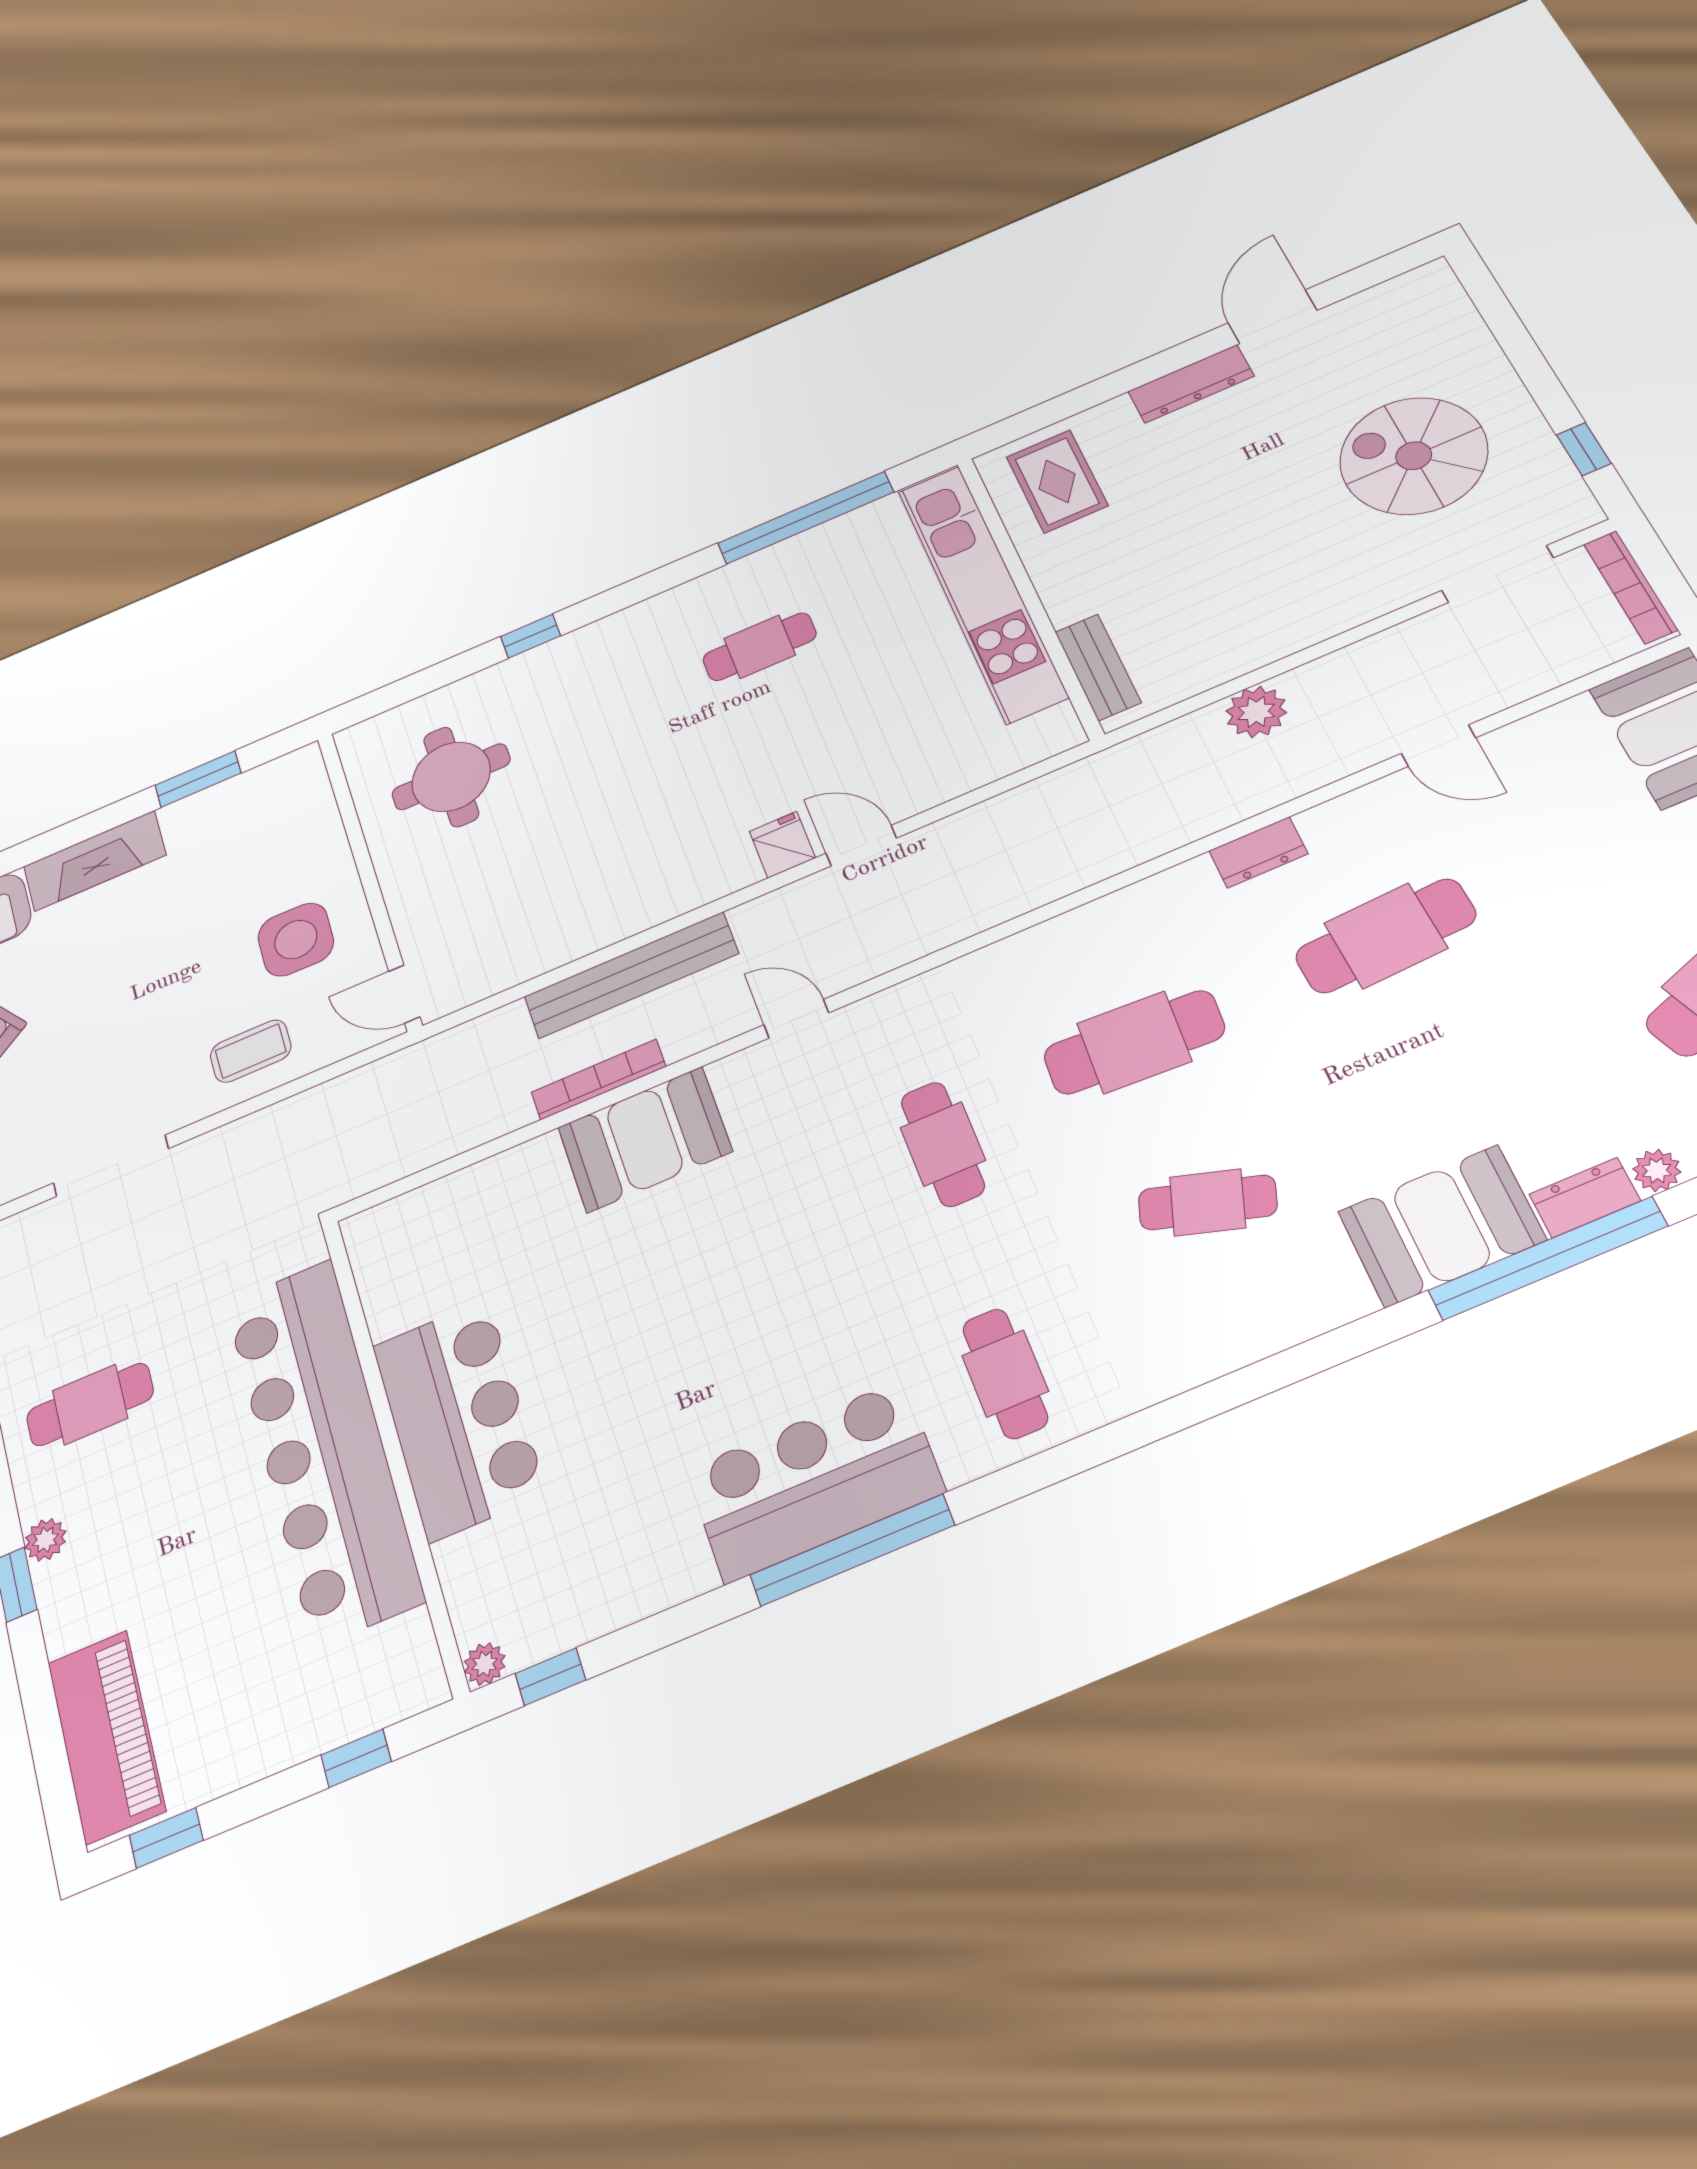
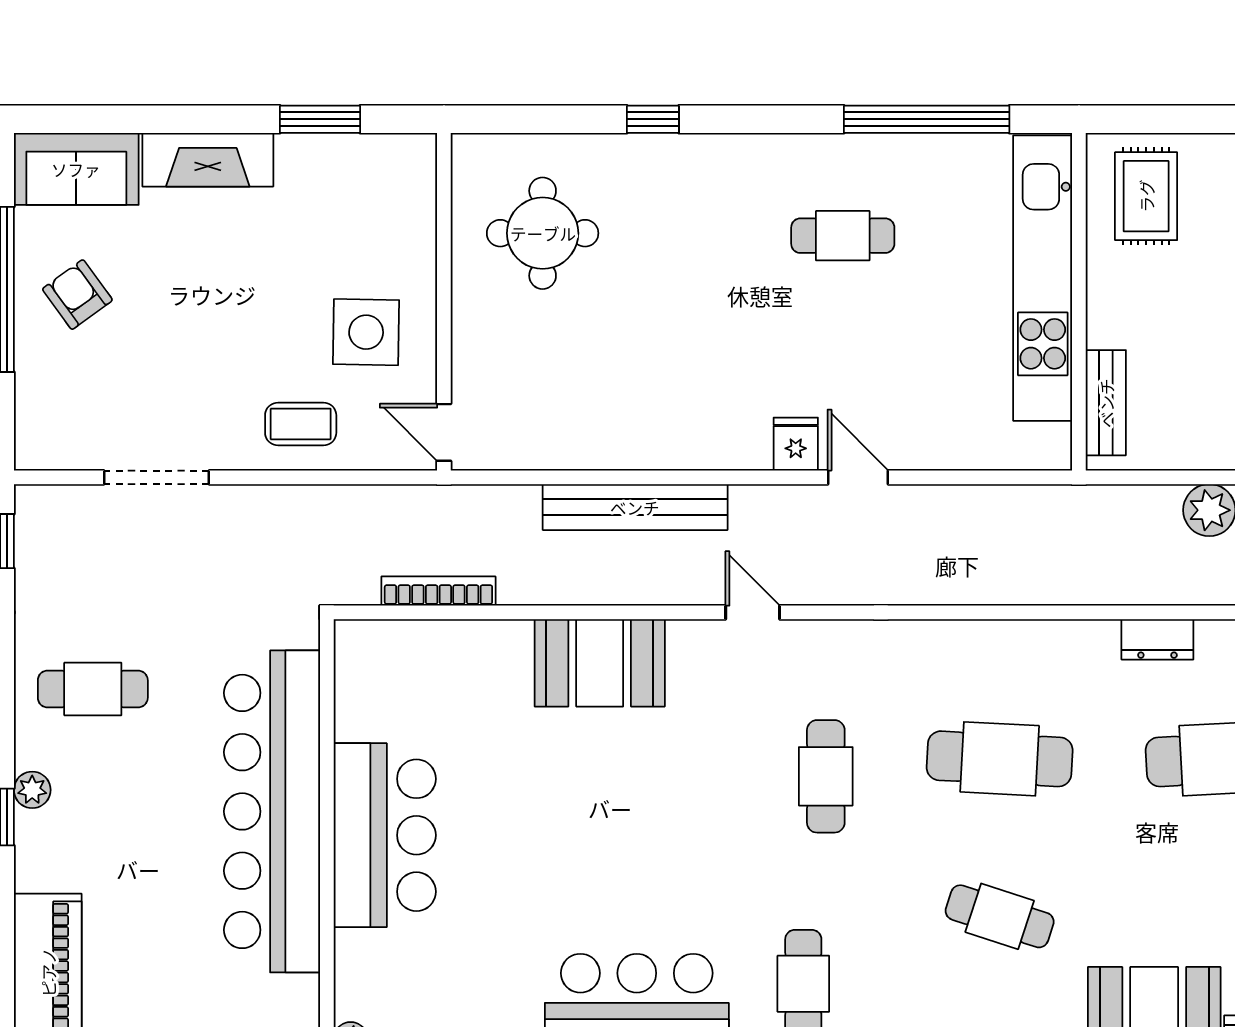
bookcase: (598, 1079) -> (438, 591), moved

